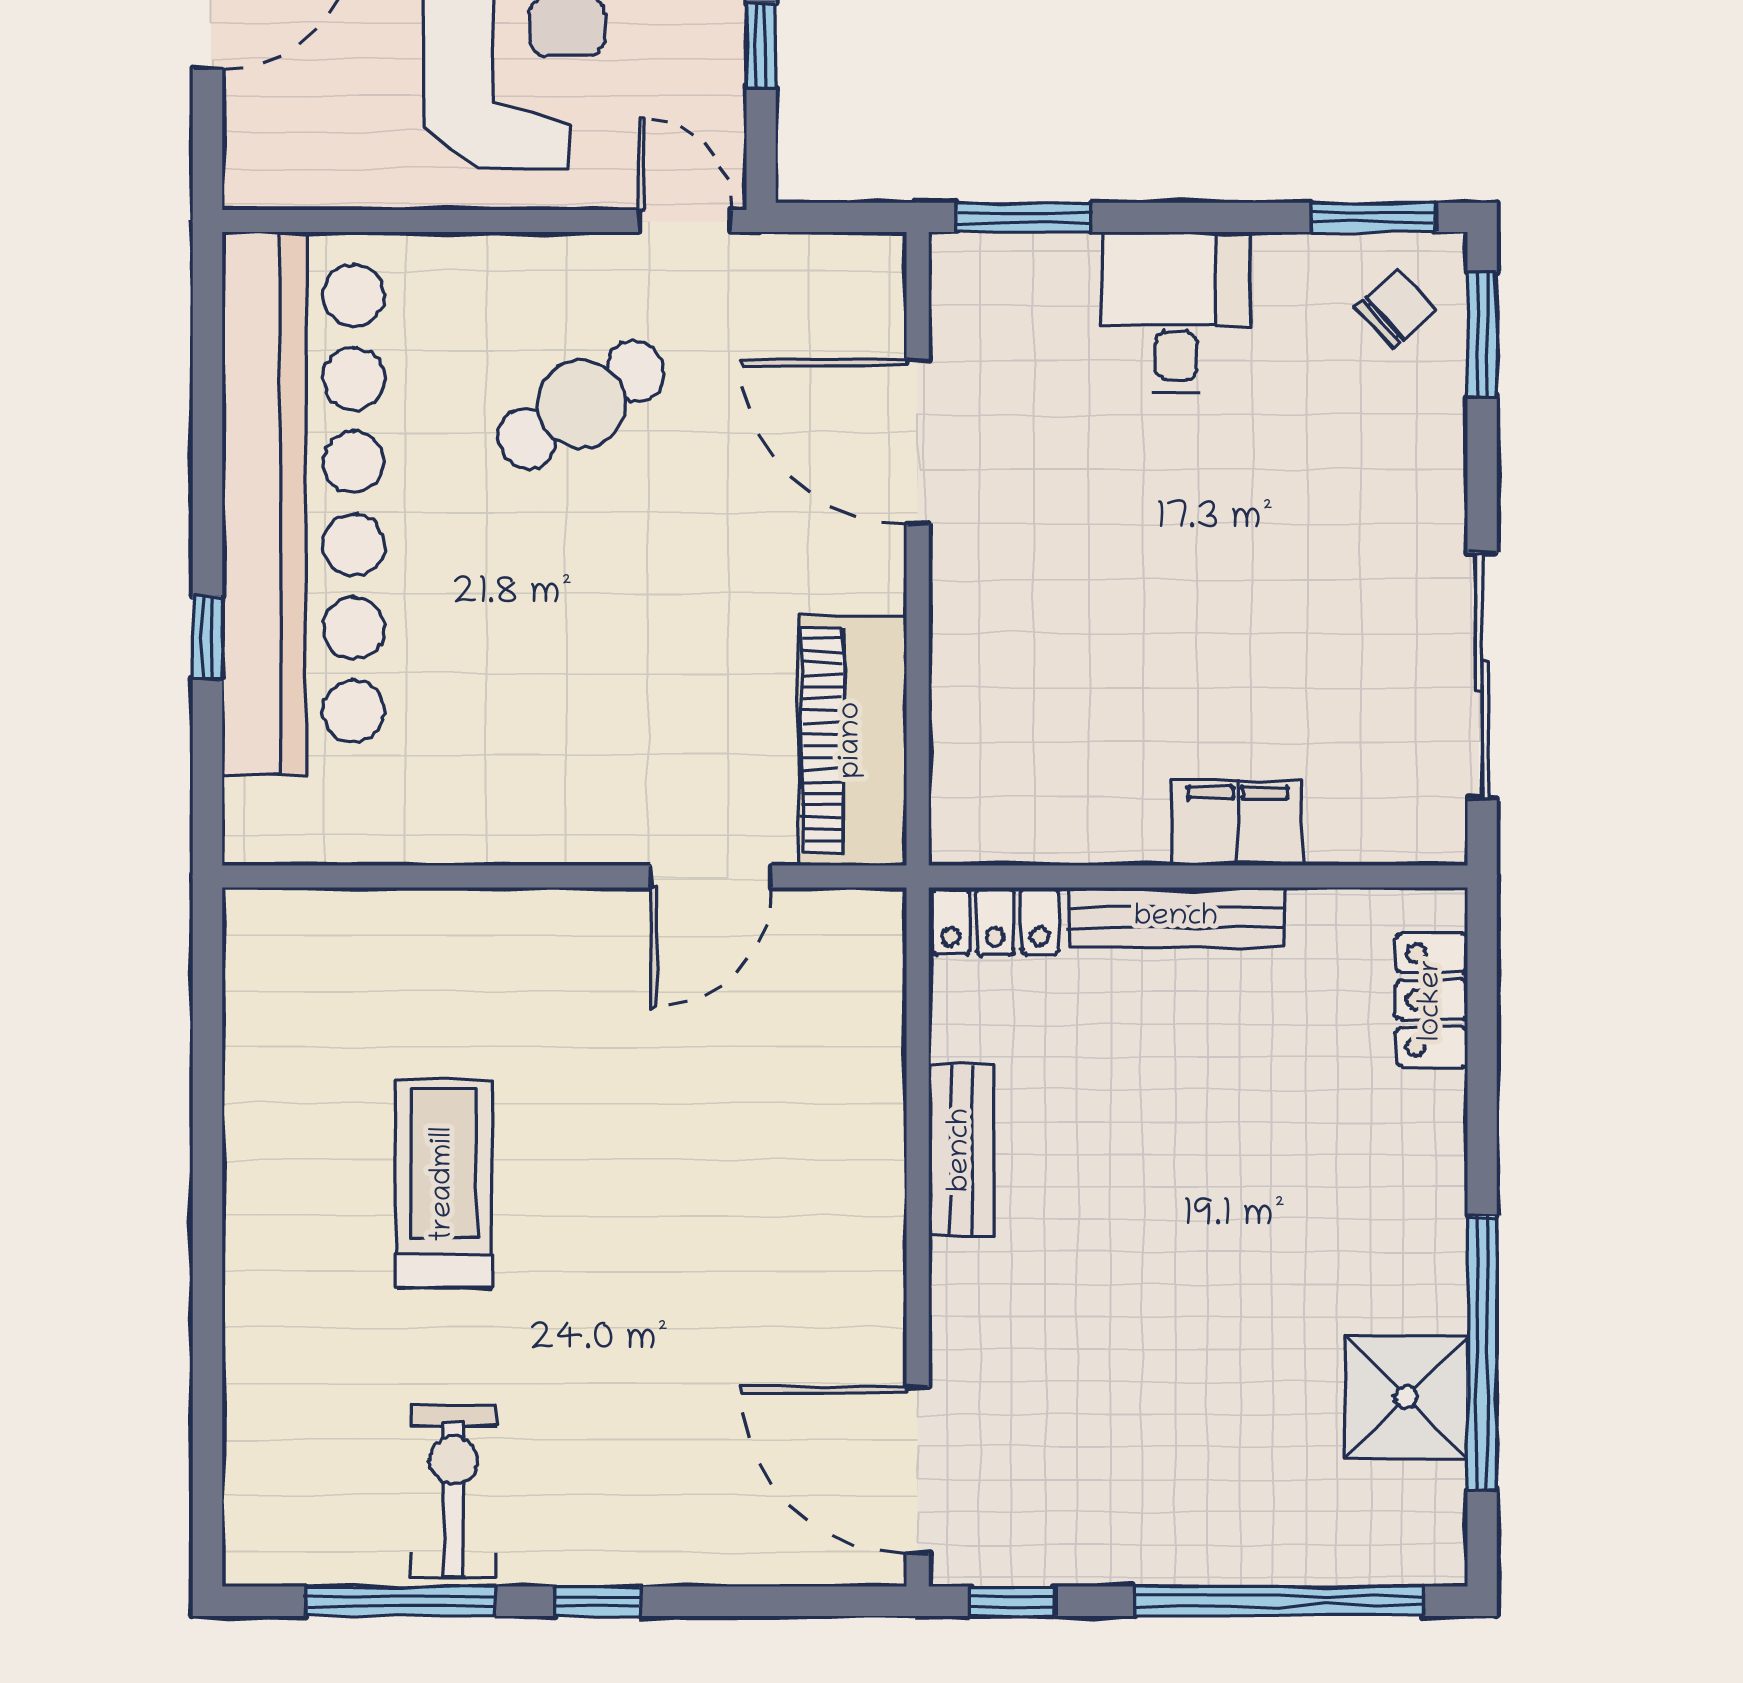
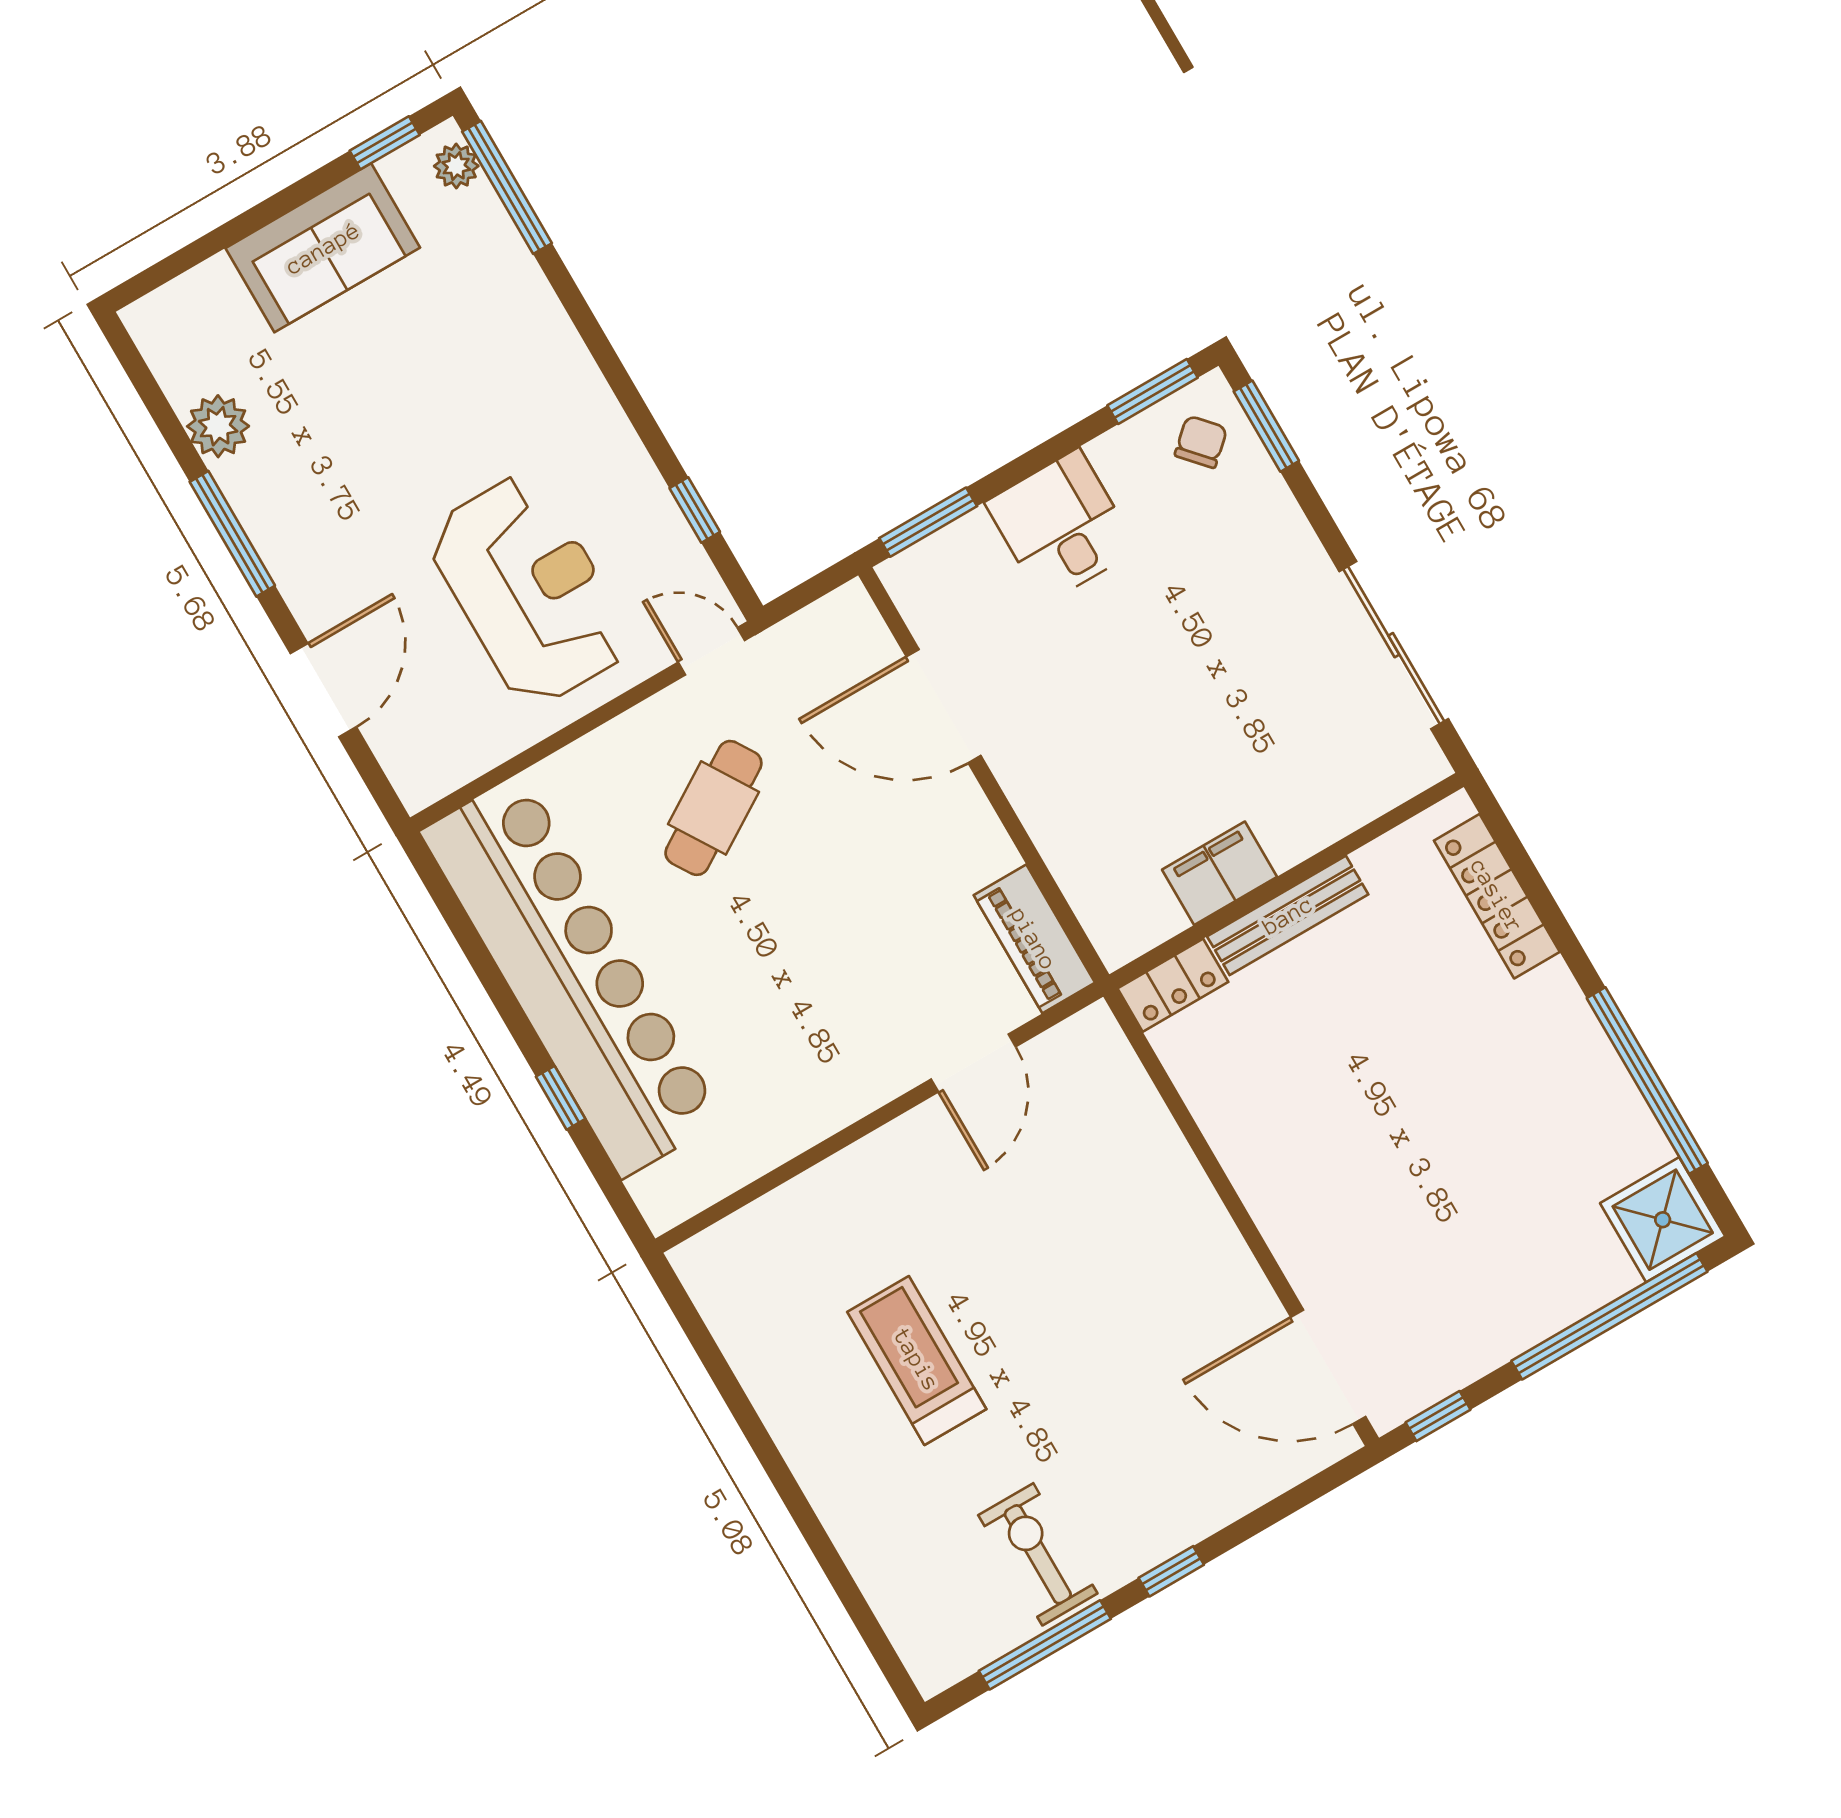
piano: (852, 740) -> (1034, 939), width x0.73, depth x0.75
filing cabinet: (1238, 823) -> (1220, 873), moved
locker: (1432, 1000) -> (1497, 896), width x1.53
bench: (961, 1150) -> (1237, 1145), removed
shower: (1406, 1397) -> (1663, 1220), moved

